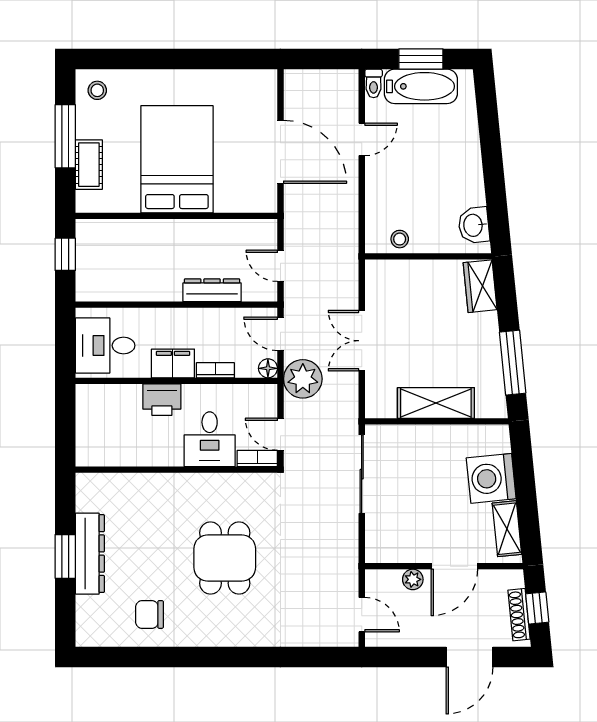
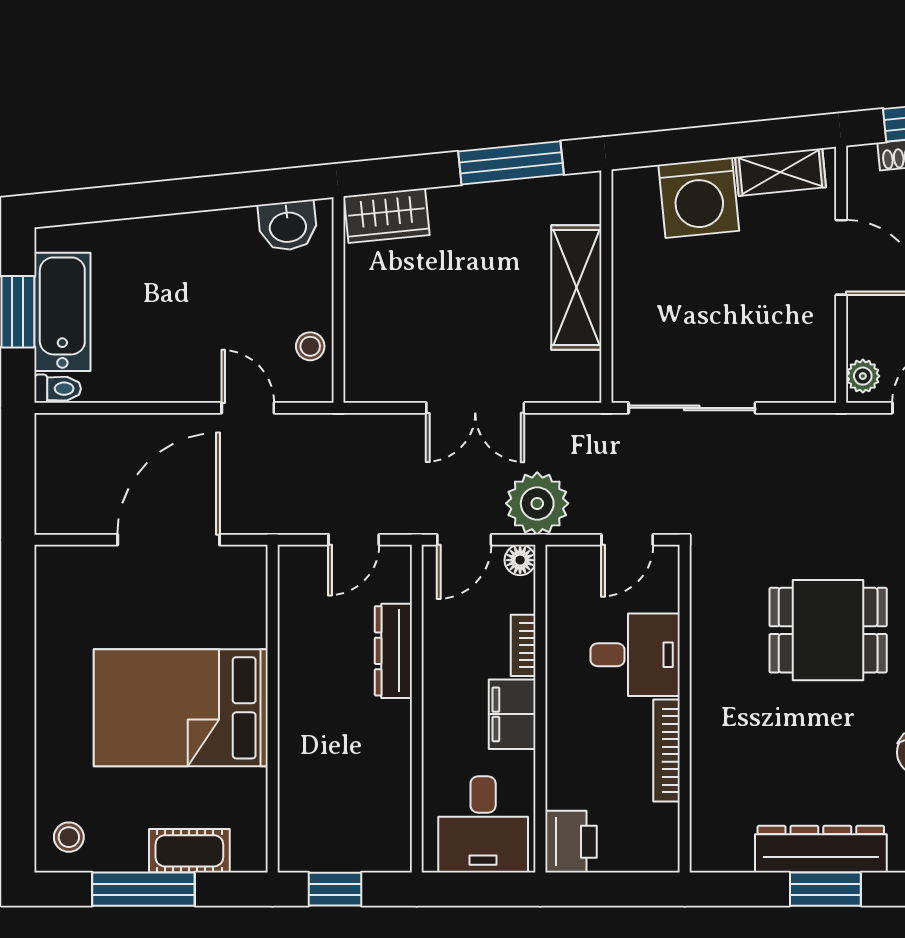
door: (362, 139) -> (248, 408), moved
printer: (162, 400) -> (571, 842), moved
bookcase: (257, 459) -> (667, 751), moved, width x1.56
plant: (413, 579) -> (863, 376), moved

